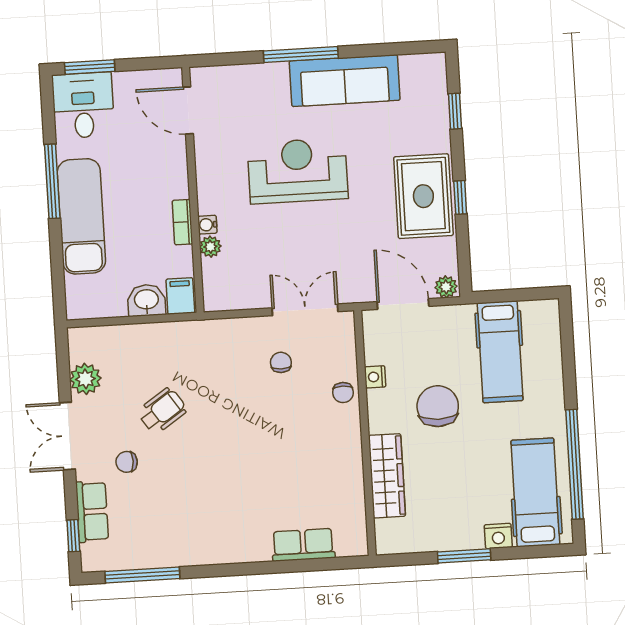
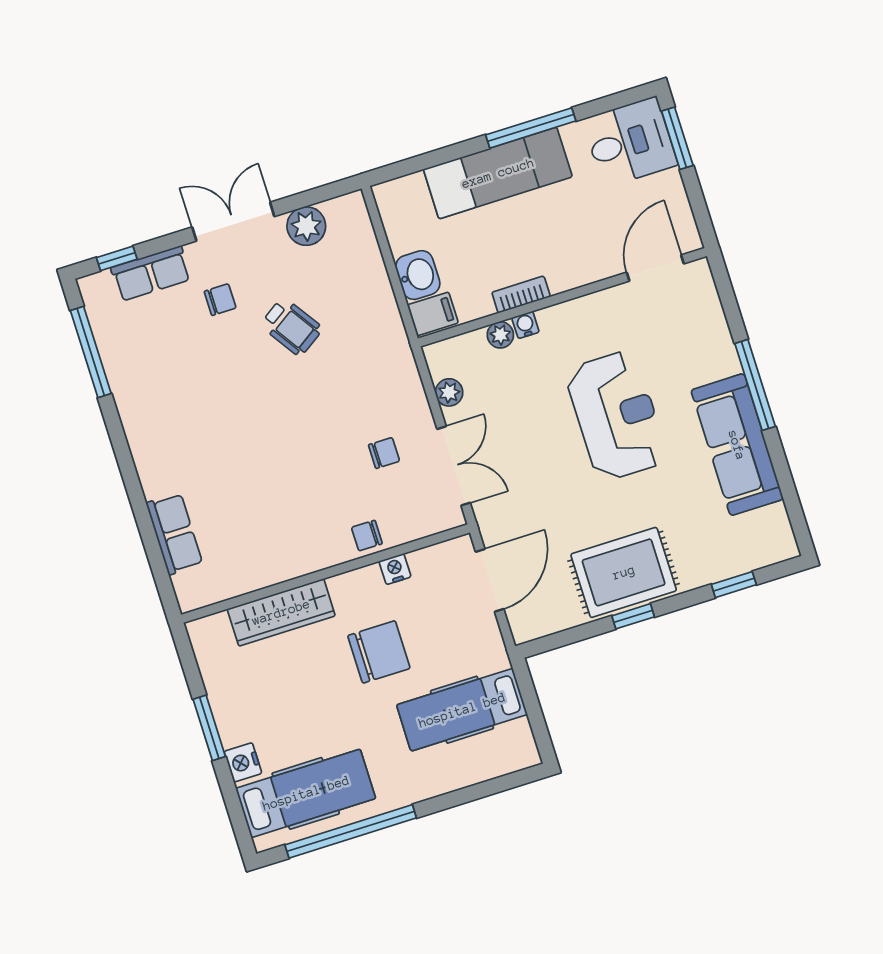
plant: (446, 287) -> (449, 392), moved
chair: (127, 462) -> (220, 300), turned 90

